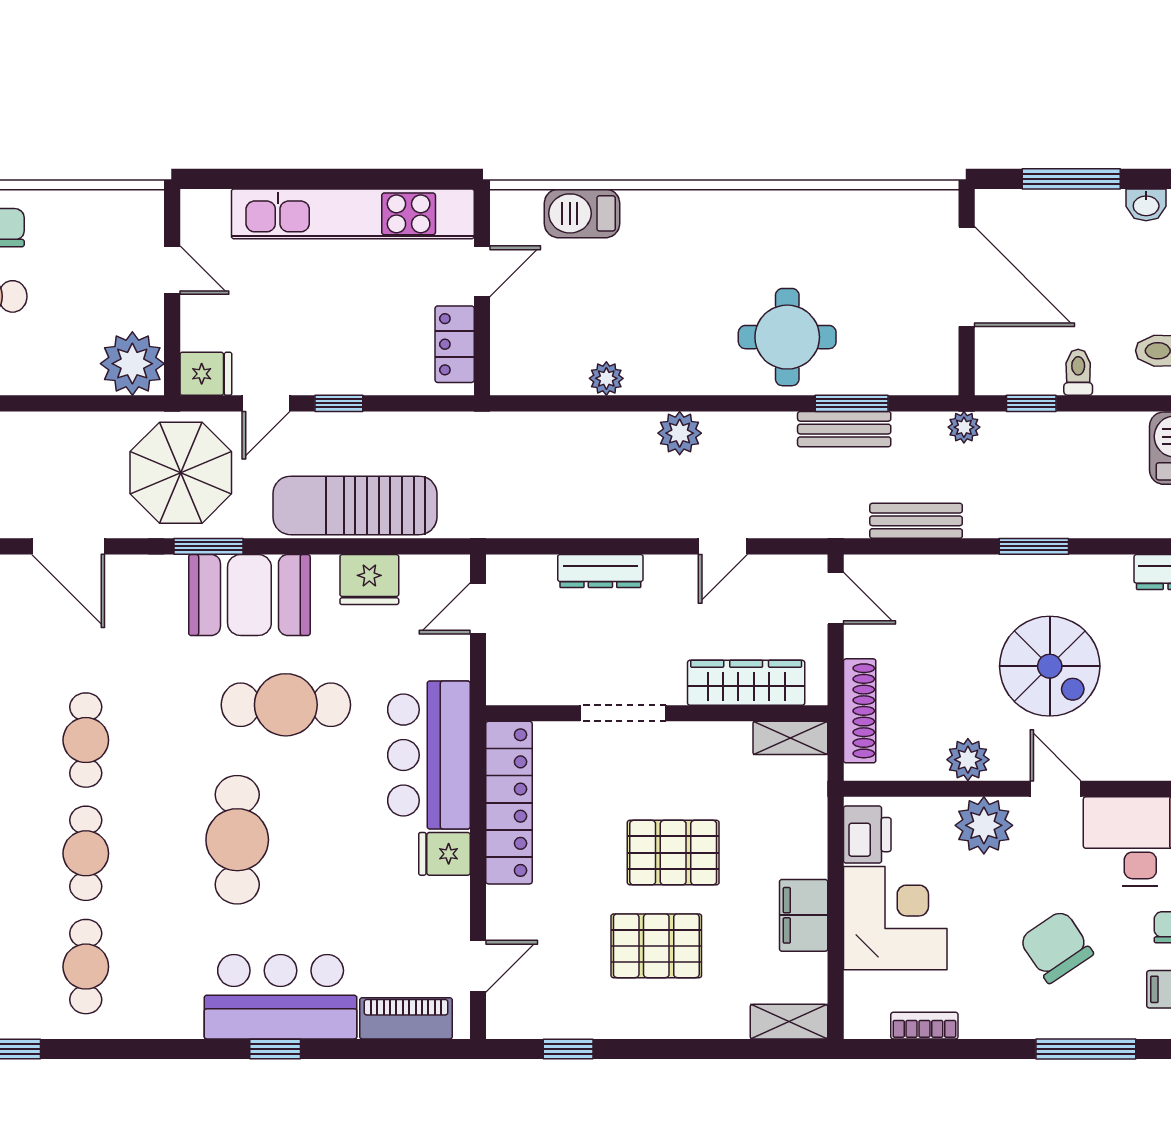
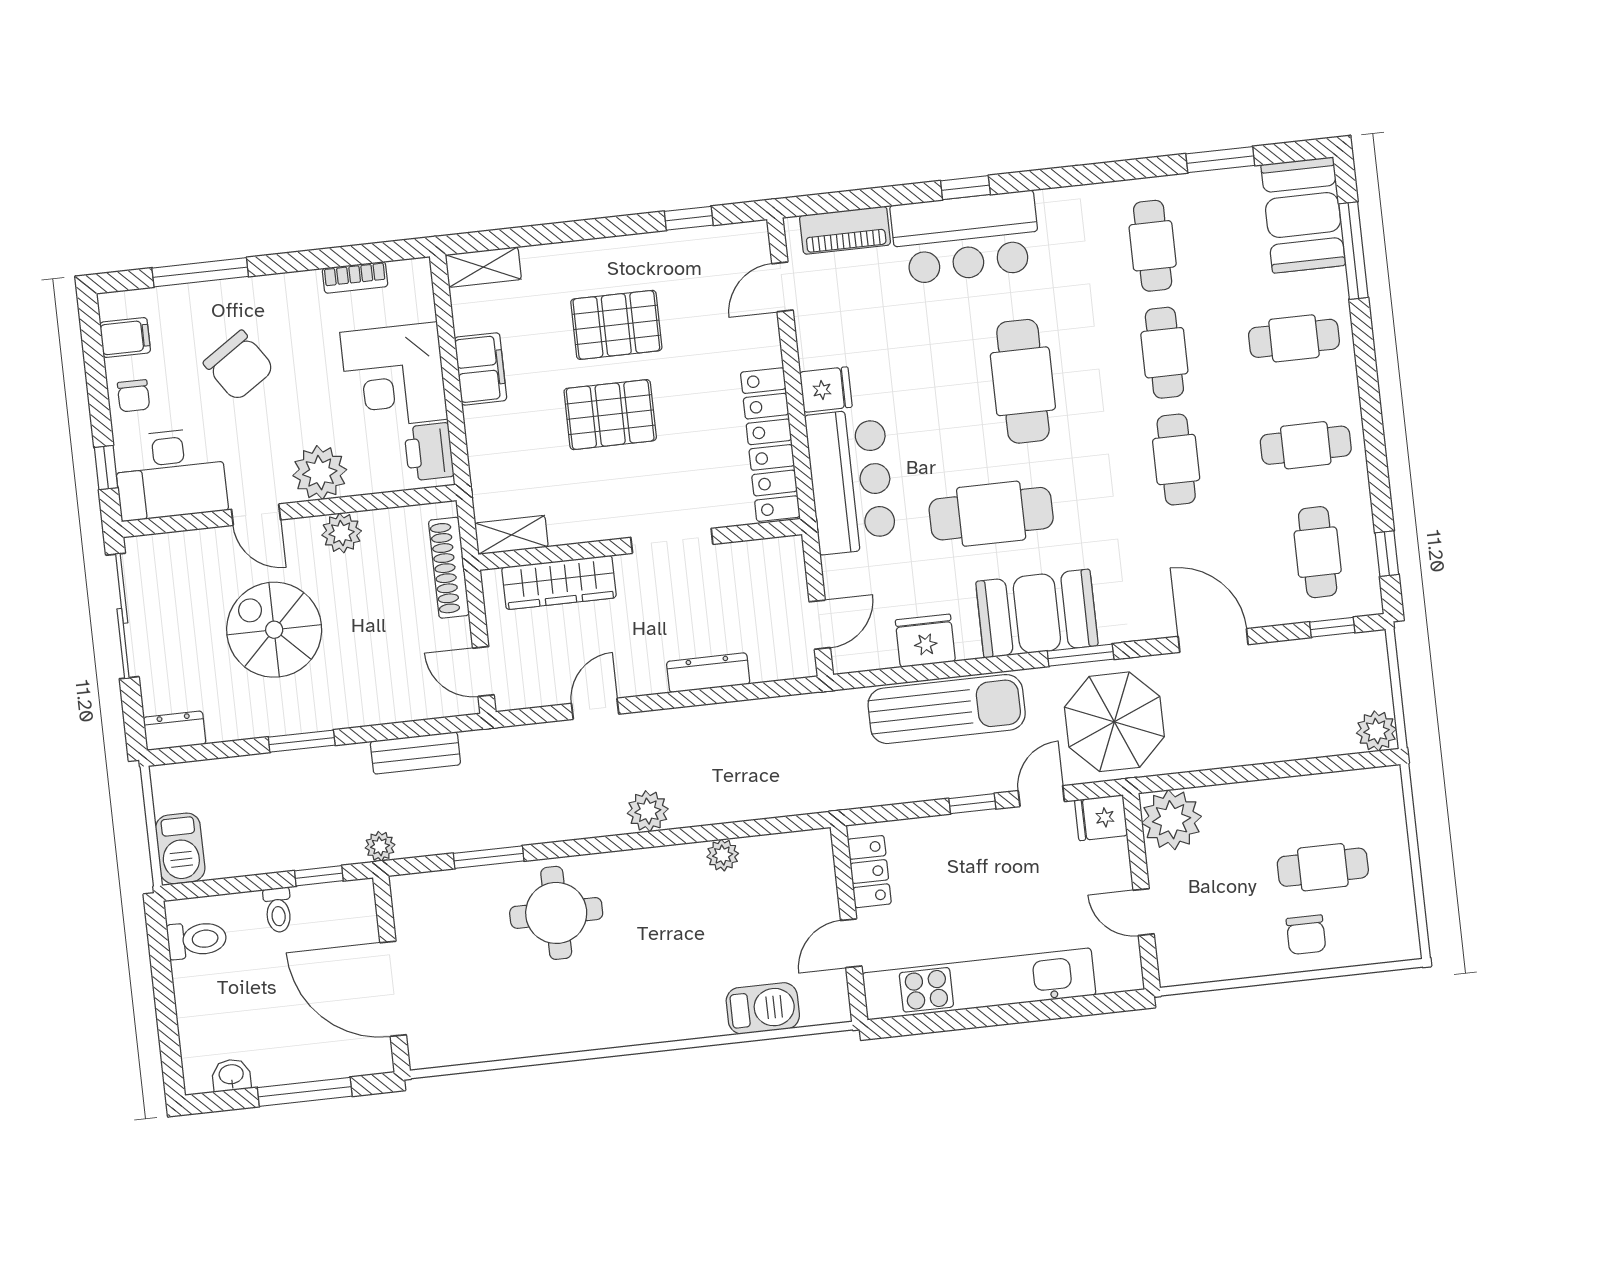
bench: (844, 429) -> (493, 832), removed

